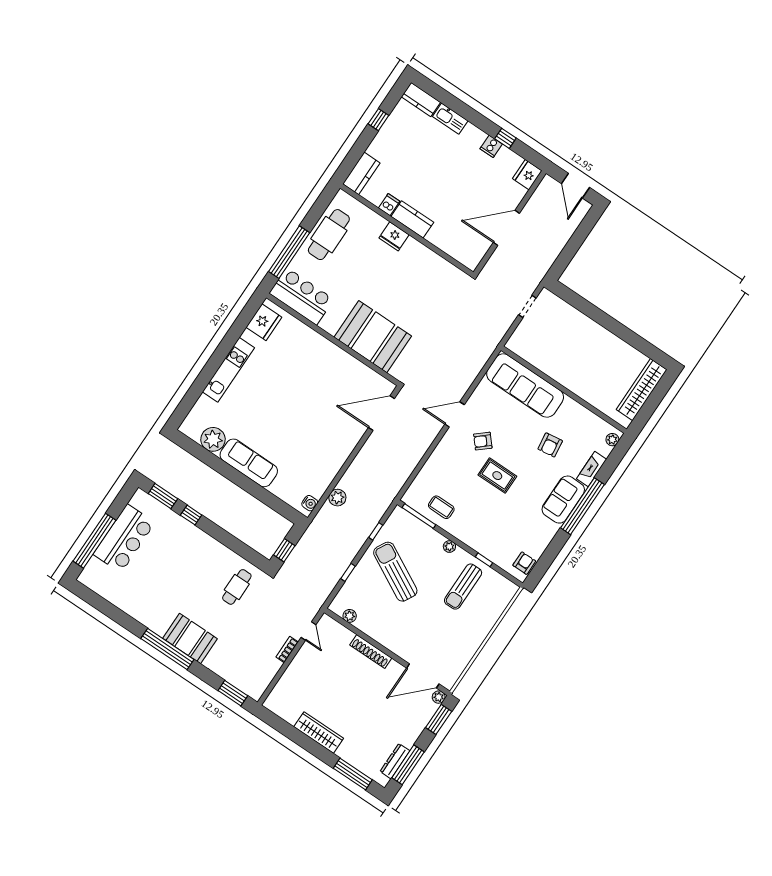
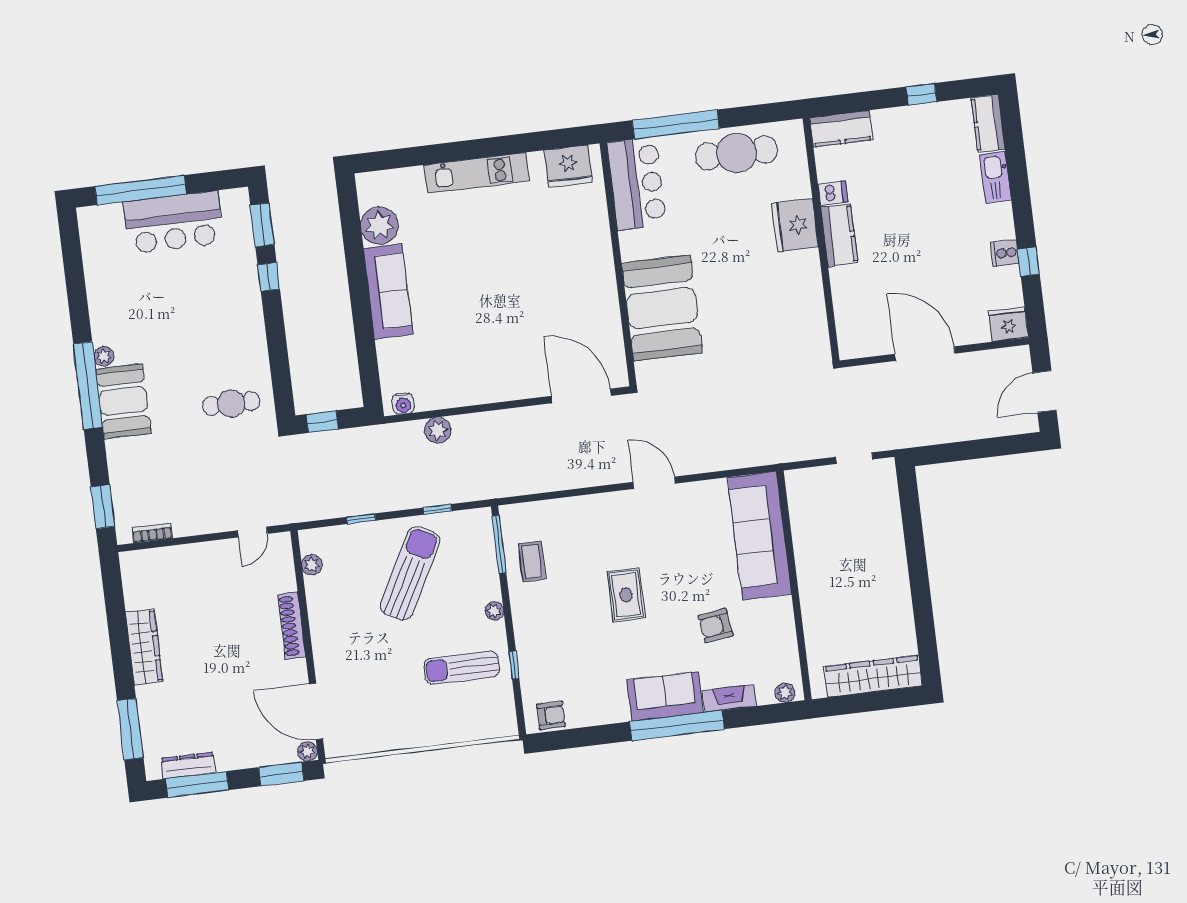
fridge: (394, 236) -> (795, 225), width x1.36, depth x1.34
armchair: (483, 441) -> (652, 543), removed
plant: (160, 629) -> (104, 356), added
bookcase: (287, 650) -> (152, 533), moved

